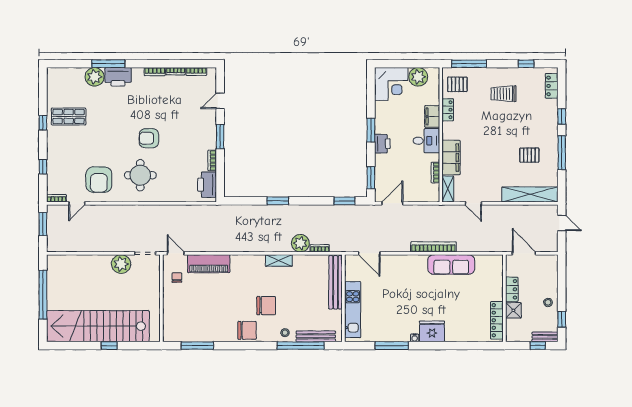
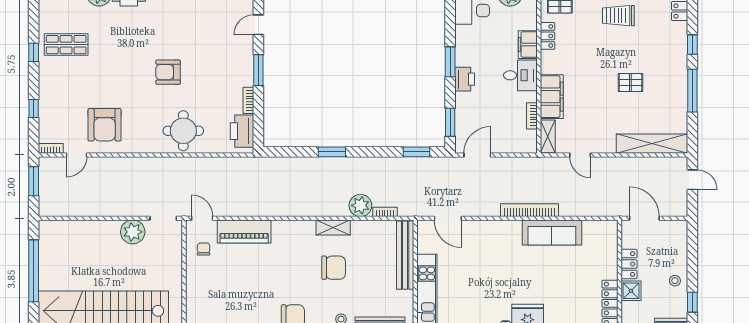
pallet: (529, 155) -> (630, 83), moved
round table: (140, 175) -> (183, 131), moved
chair: (266, 306) -> (334, 268), moved

